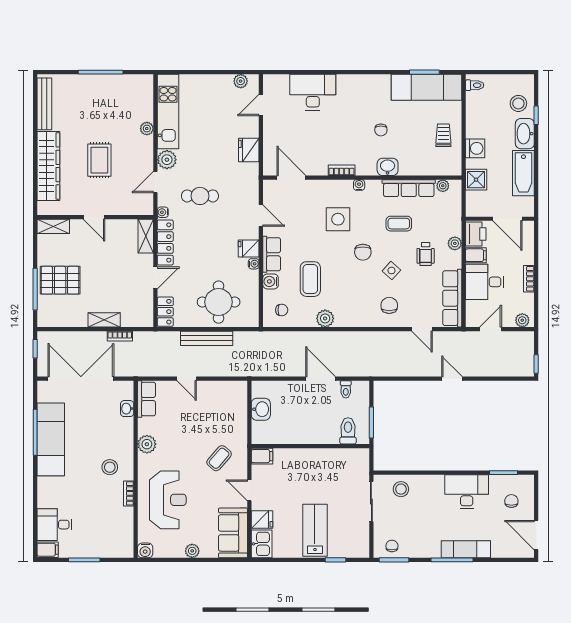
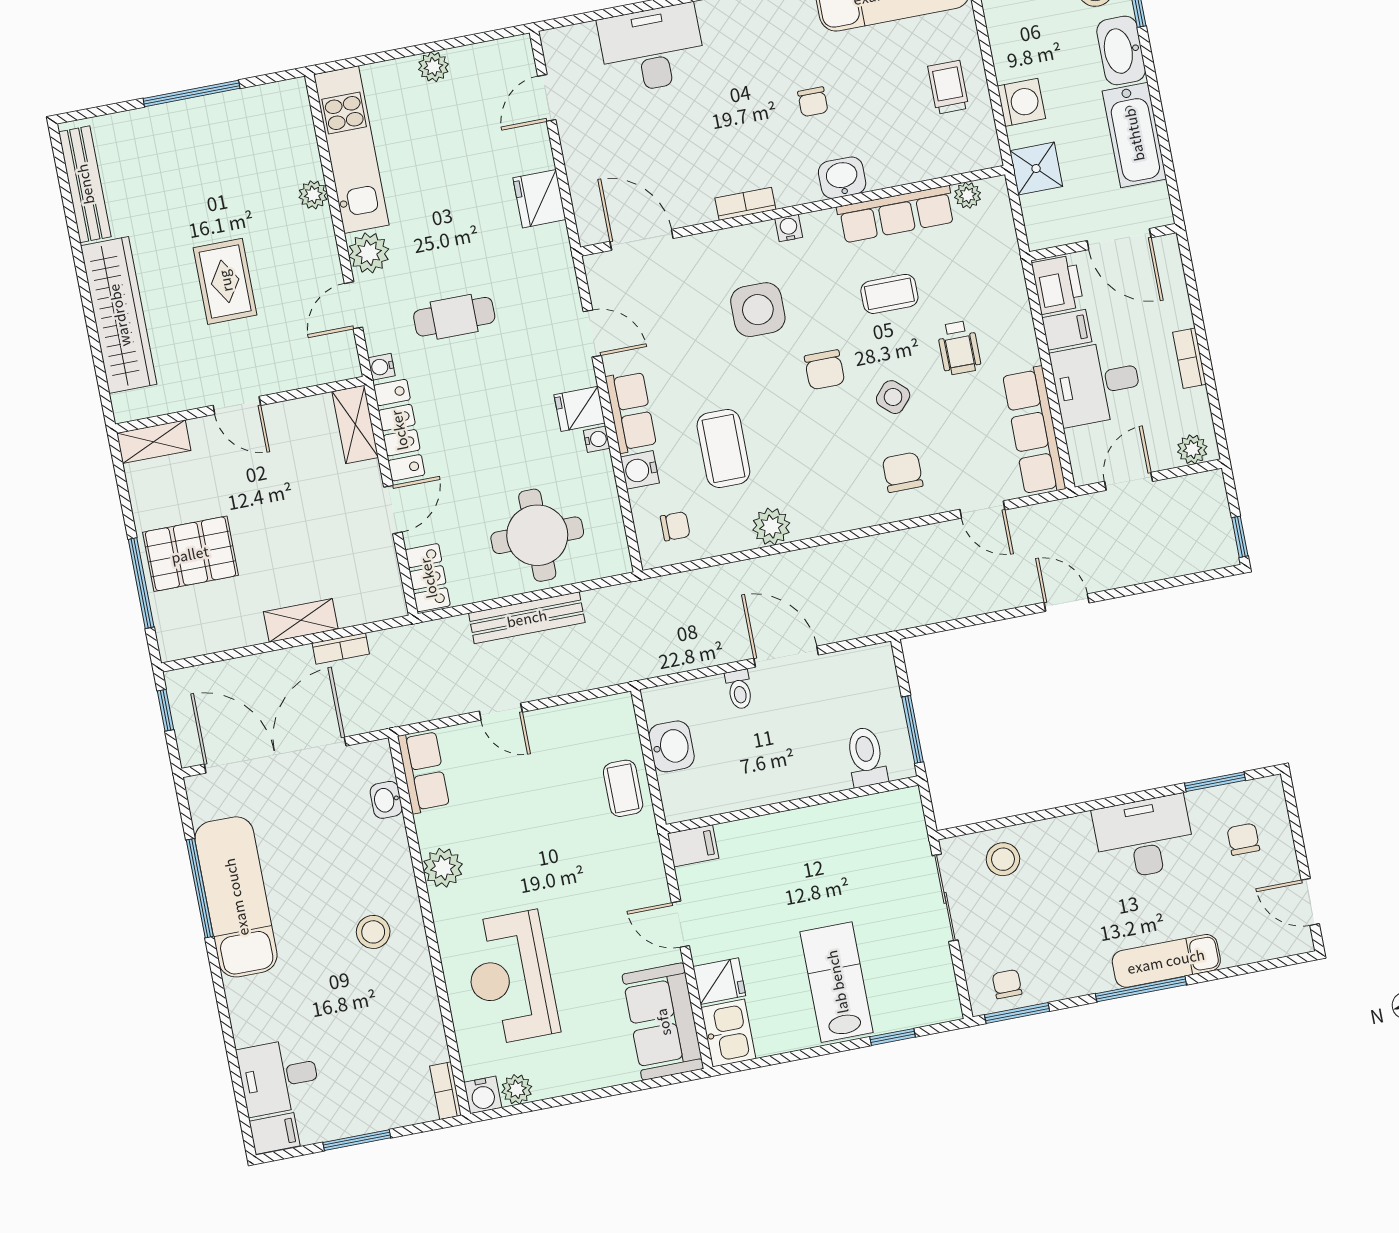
plant: (241, 81) -> (433, 67), moved
plant: (455, 243) -> (1017, 313), removed
toilet: (346, 389) -> (739, 689), moved
coffee table: (219, 458) -> (623, 788), moved, turned -41
bookcase: (129, 493) -> (446, 1091), moved
reception desk: (168, 500) -> (510, 978), turned 180
door: (536, 535) -> (1310, 902), width x0.73
plant: (192, 551) -> (517, 1089), moved

